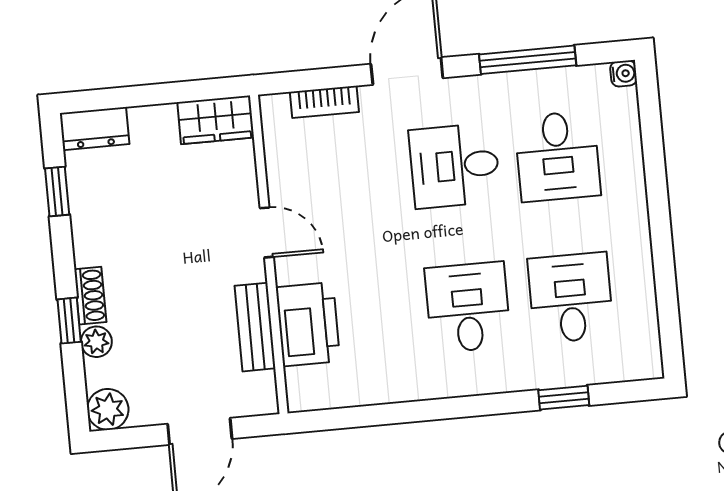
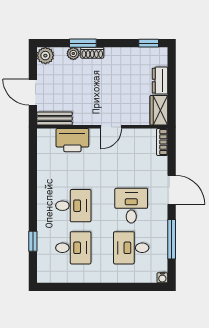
bookcase: (324, 102) -> (162, 142), moved
dresser: (95, 129) -> (160, 81), moved
window: (57, 192) -> (149, 43), moved
window: (69, 321) -> (83, 43), width x1.50
bench: (255, 327) -> (55, 119), moved

